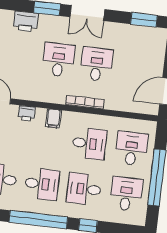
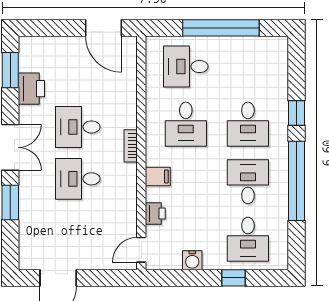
printer: (26, 21) -> (31, 89), moved
bookcase: (85, 102) -> (131, 146), width x0.64
desk: (89, 144) -> (186, 124), turned 180
desk: (126, 194) -> (248, 67), removed

